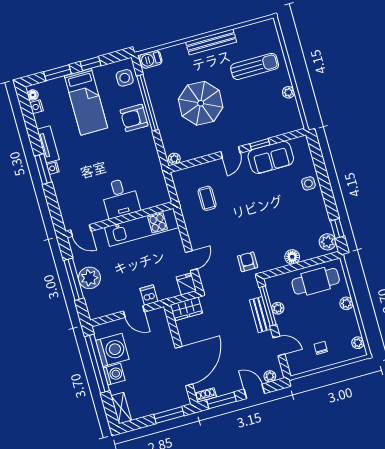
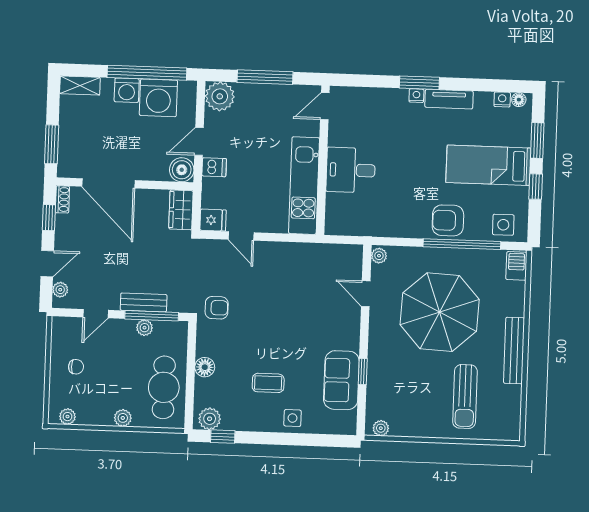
plant: (288, 92) -> (381, 428), moved
parasol: (201, 103) -> (440, 312), width x1.36, depth x1.36
armchair: (134, 118) -> (448, 220), turned -90
door: (231, 152) -> (366, 294), moved
coffee table: (207, 198) -> (268, 383), moved
plant: (89, 278) -> (220, 96), moved
boiler: (158, 317) -> (182, 170), added
window: (221, 400) -> (49, 218), width x0.67

